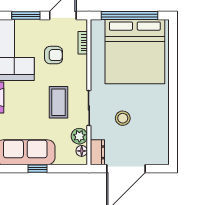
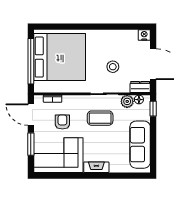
nightstand: (162, 157) -> (144, 35), added
window: (38, 169) -> (153, 109), moved

